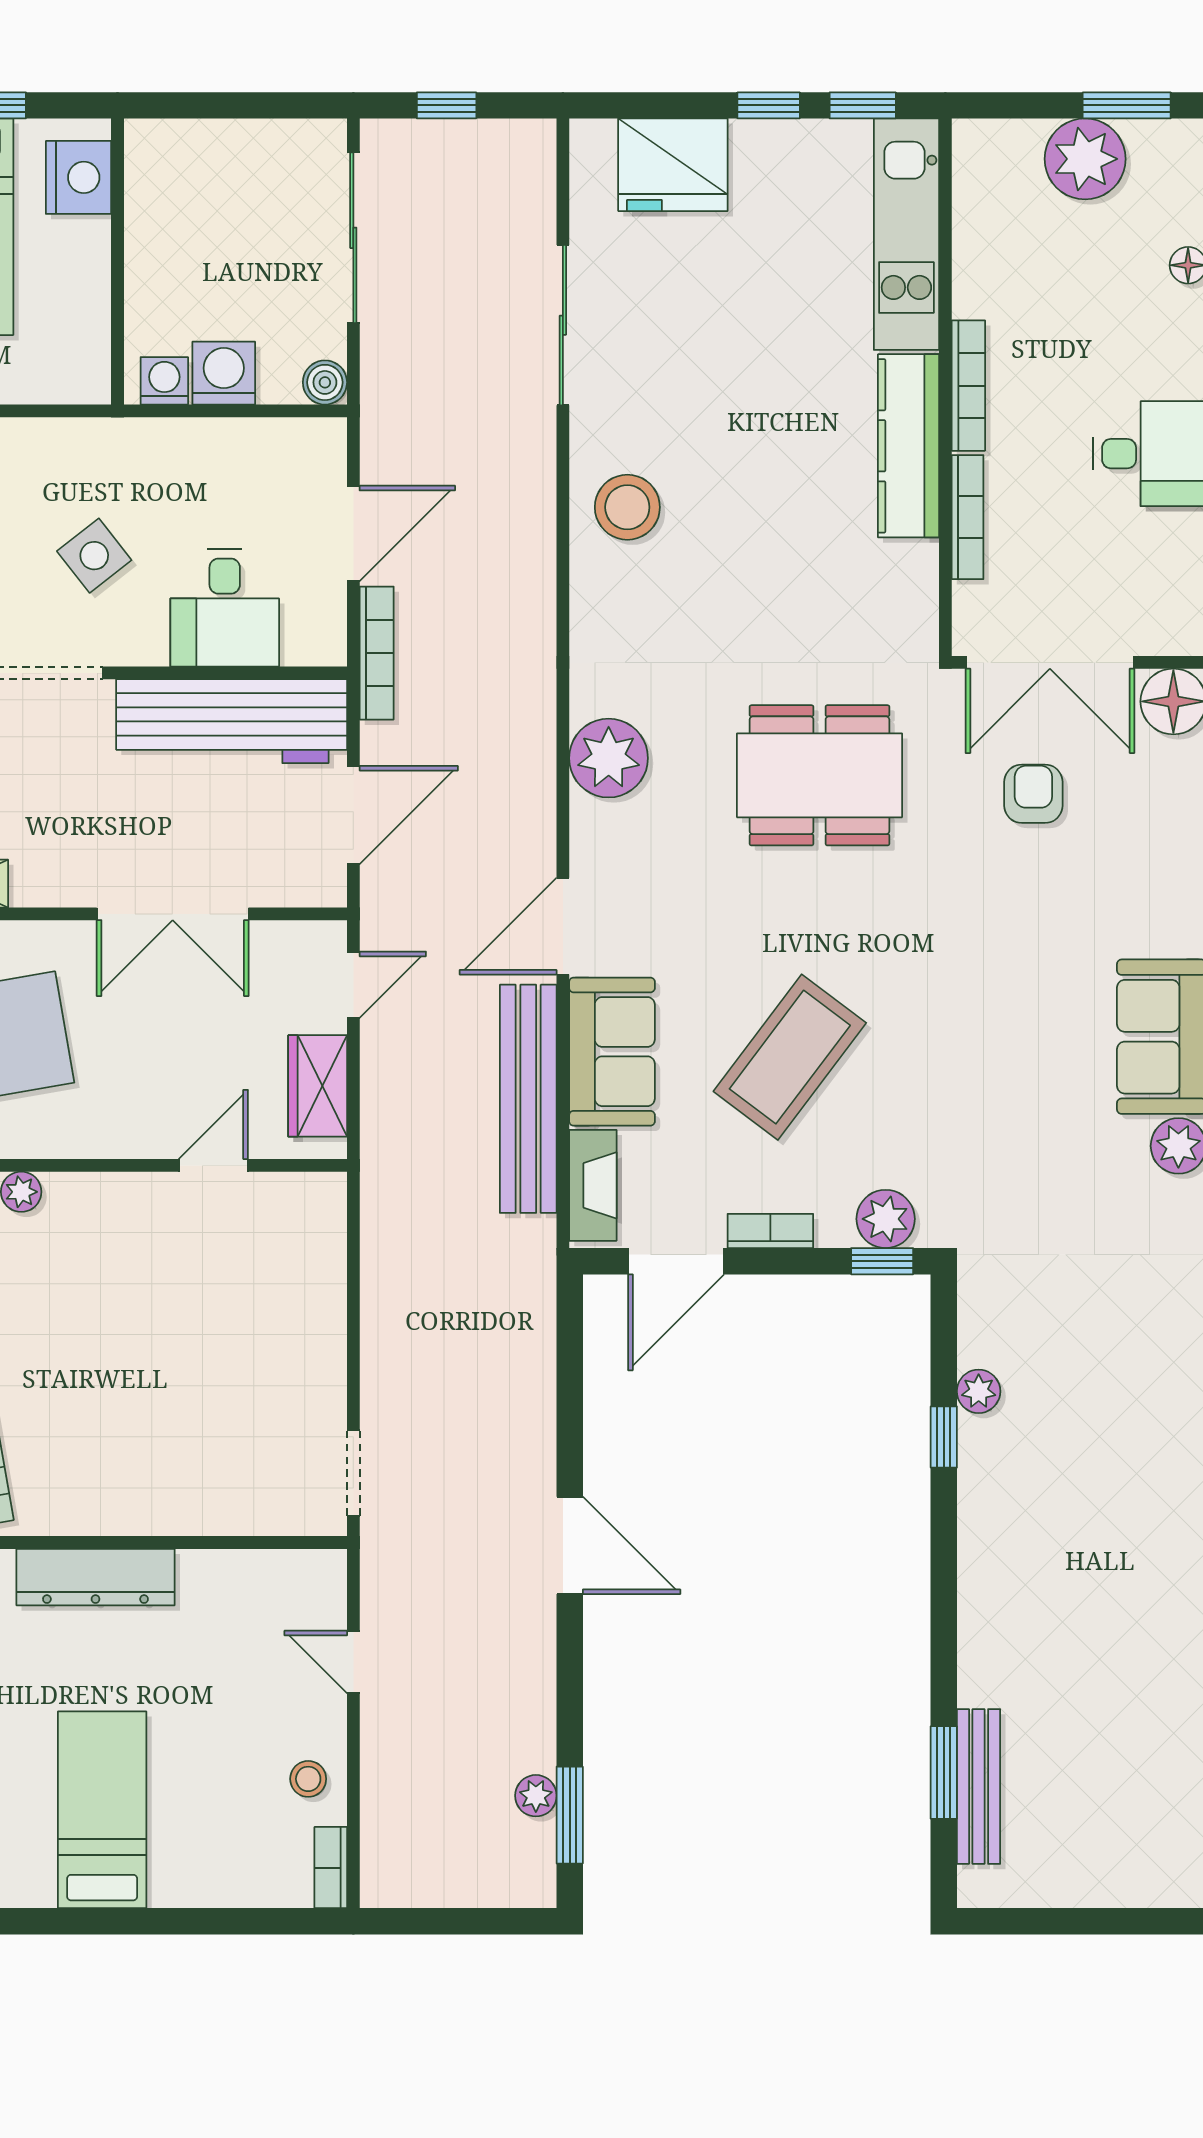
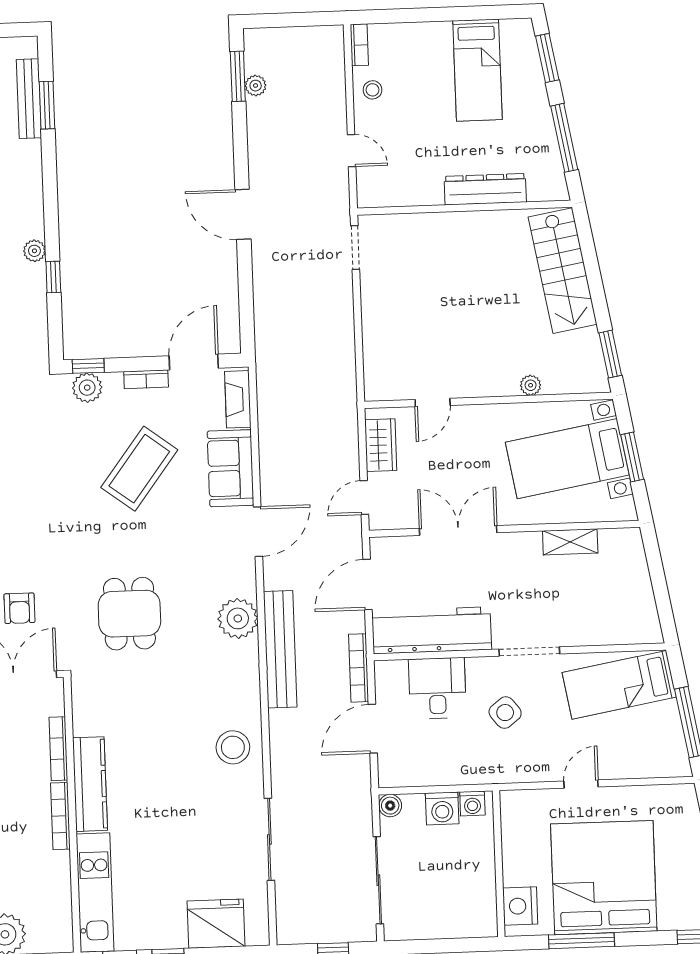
dining table: (819, 775) -> (129, 614), width x0.73
bench: (528, 1099) -> (280, 649), moved
plant: (979, 1391) -> (34, 251), moved

